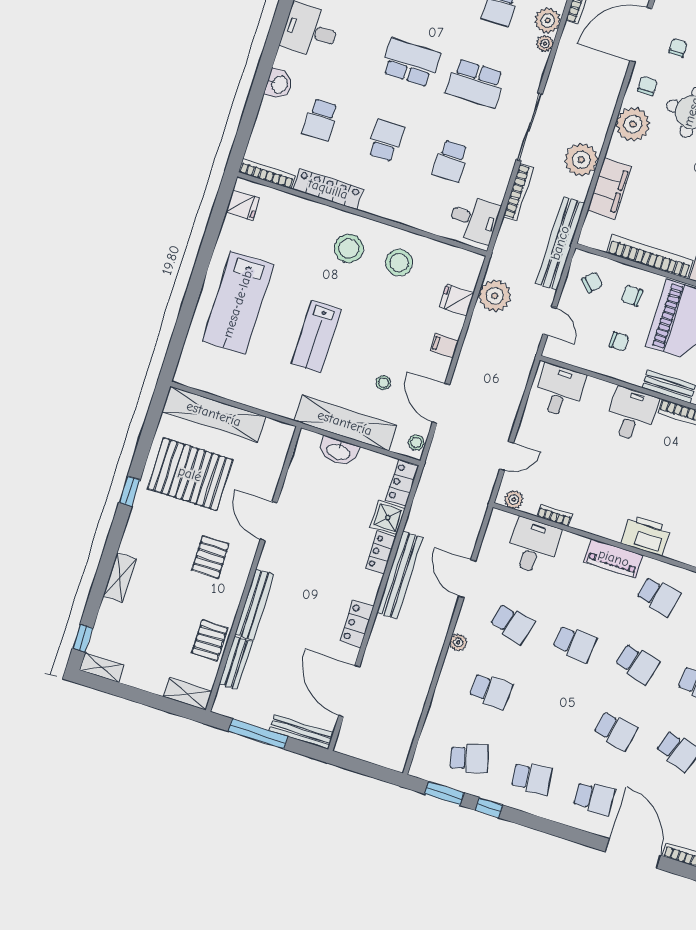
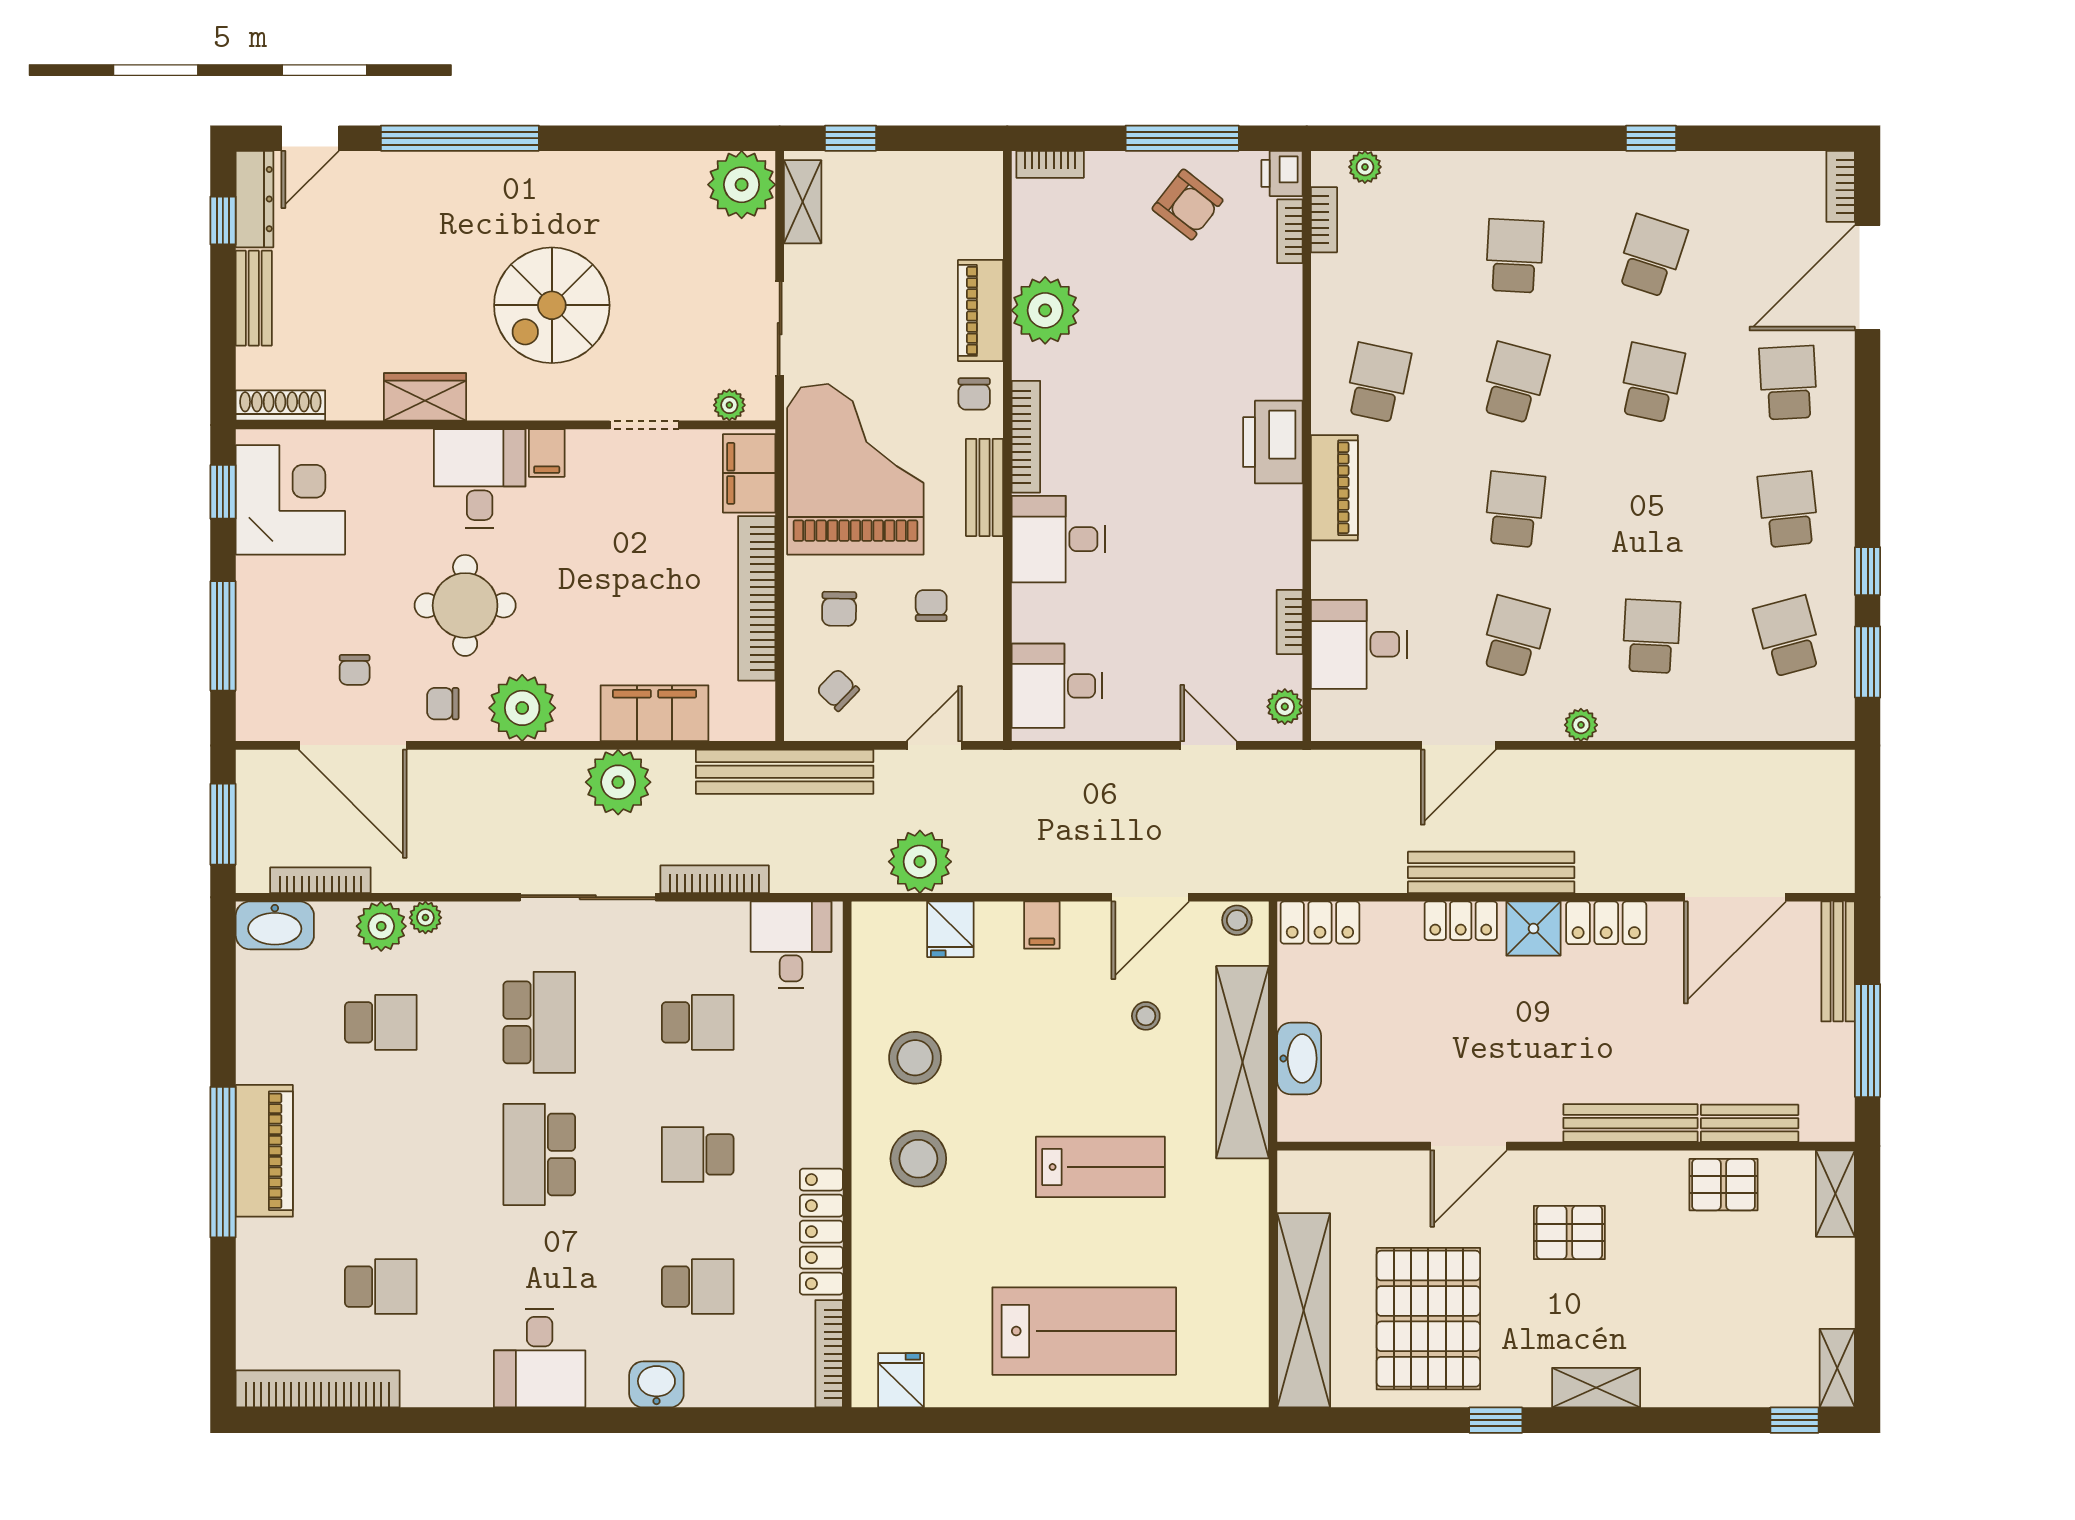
chair: (678, 48) -> (355, 670), turned -90
shower: (388, 518) -> (1533, 929), moved
shelving: (120, 578) -> (1596, 1388), moved

